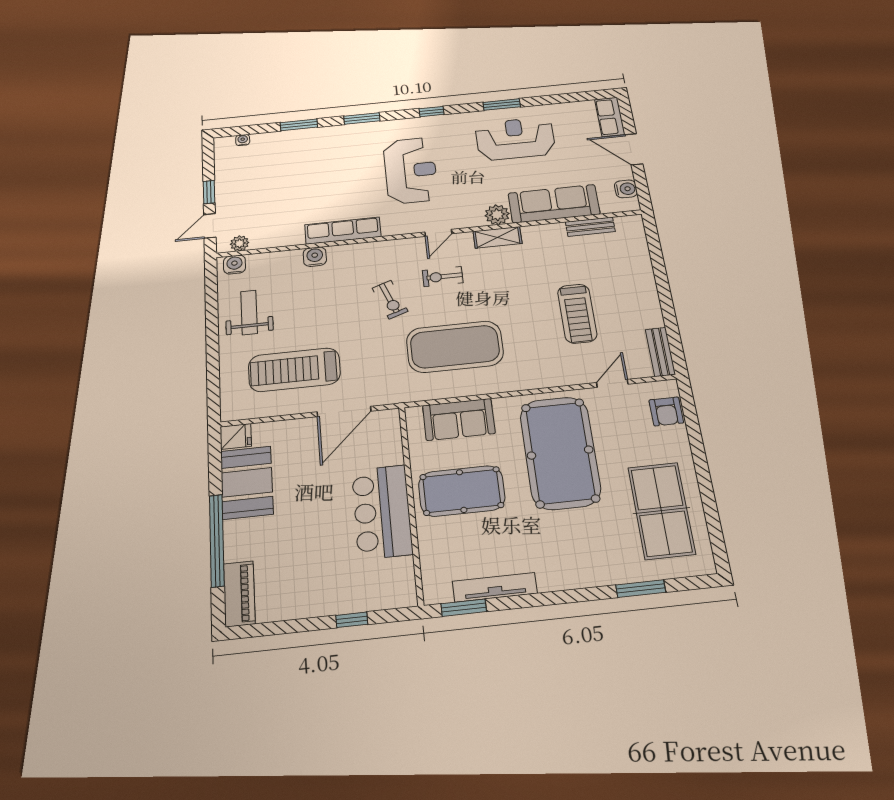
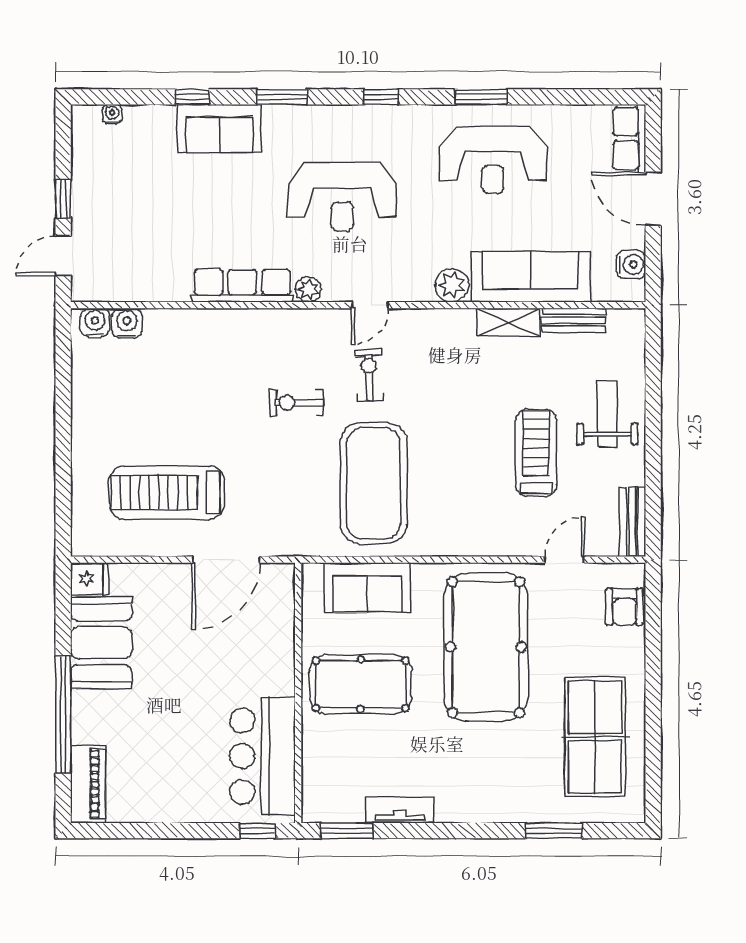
window: (299, 125) -> (192, 97), width x0.67
reception desk: (515, 139) -> (493, 160), turned 180
sofa: (319, 141) -> (219, 129), added
reception desk: (411, 170) -> (342, 197), turned 90
shelving: (498, 237) -> (508, 322), moved
plant: (240, 243) -> (308, 289), moved
water cooler: (315, 257) -> (127, 323), moved
exercise bike: (443, 277) -> (369, 375), turned 88
exercise bike: (390, 300) -> (297, 403), turned 110
weight bench: (249, 312) -> (607, 414), moved
treadmill: (577, 314) -> (536, 453), turned 180
exercise mat: (455, 347) -> (374, 483), turned 90
bar counter: (382, 512) -> (263, 756), moved
tv unit: (495, 587) -> (400, 810), width x0.71
window: (352, 620) -> (258, 831), moved

